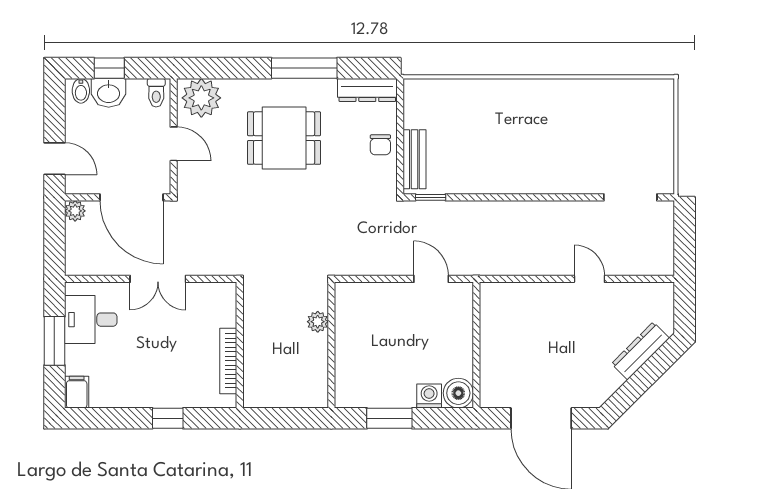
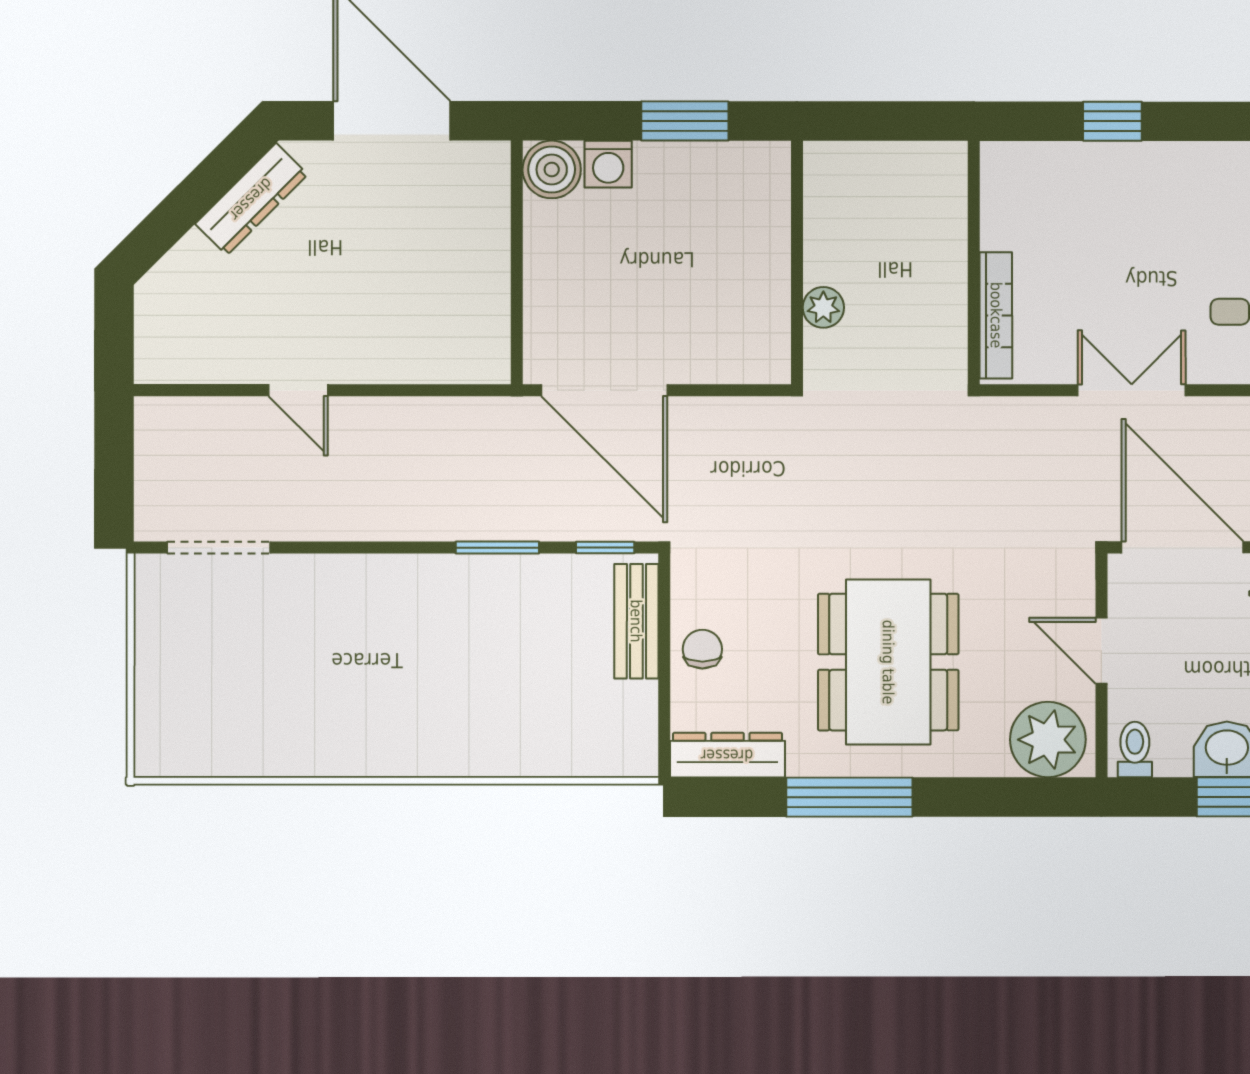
dining table: (284, 138) -> (888, 662), width x1.38
window: (486, 197) -> (497, 548), added
door: (431, 279) -> (604, 390), width x1.88
dresser: (640, 351) -> (251, 199), moved
bookcase: (228, 361) -> (996, 315), moved

